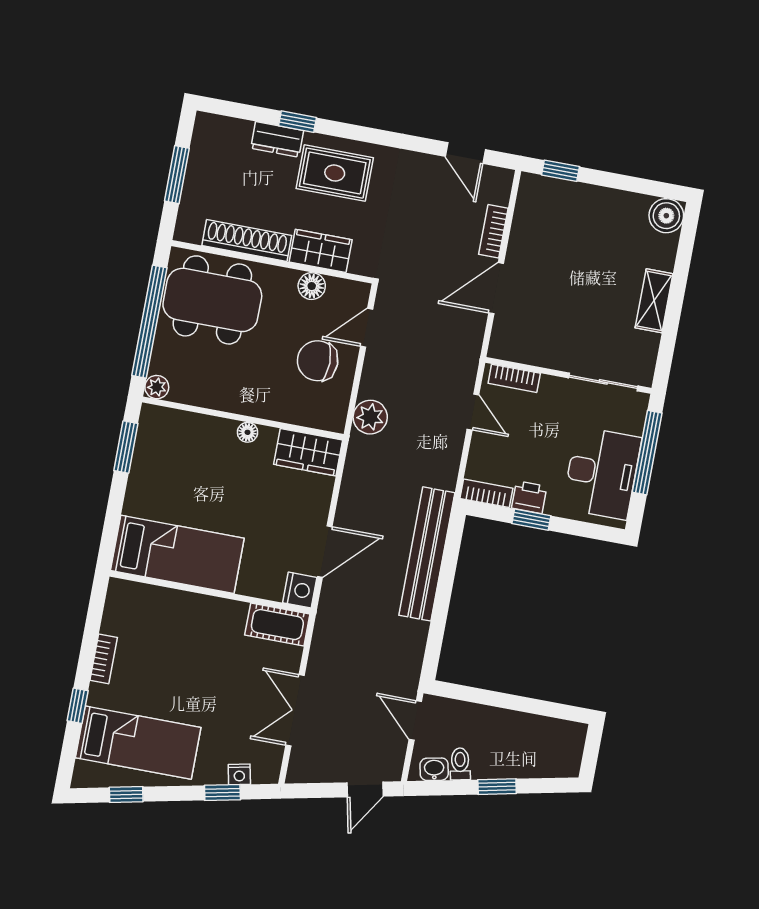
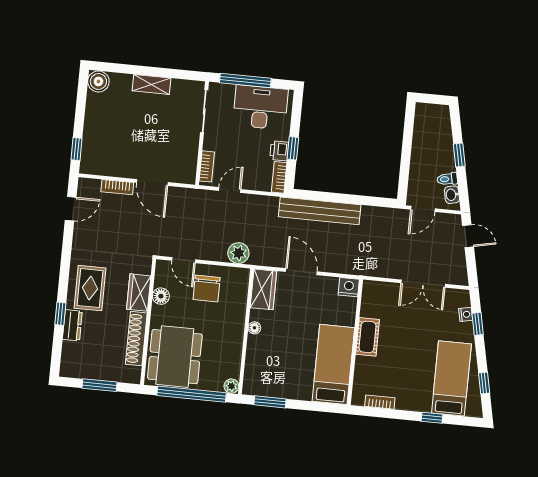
door: (325, 552) -> (301, 272), moved
cot: (277, 625) -> (368, 337), moved
bookcase: (104, 659) -> (380, 402), moved

